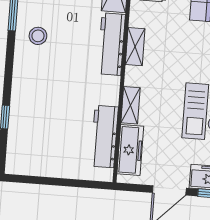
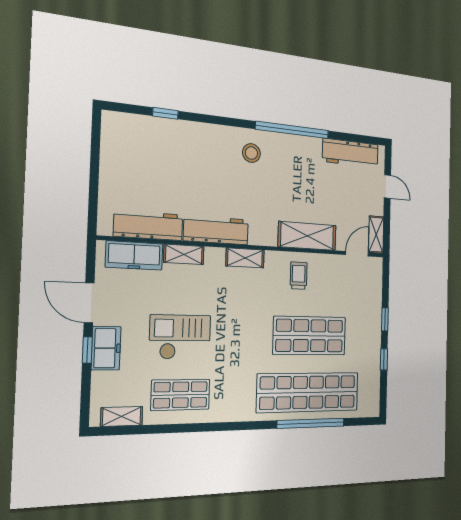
workbench: (111, 44) -> (216, 230), moved

